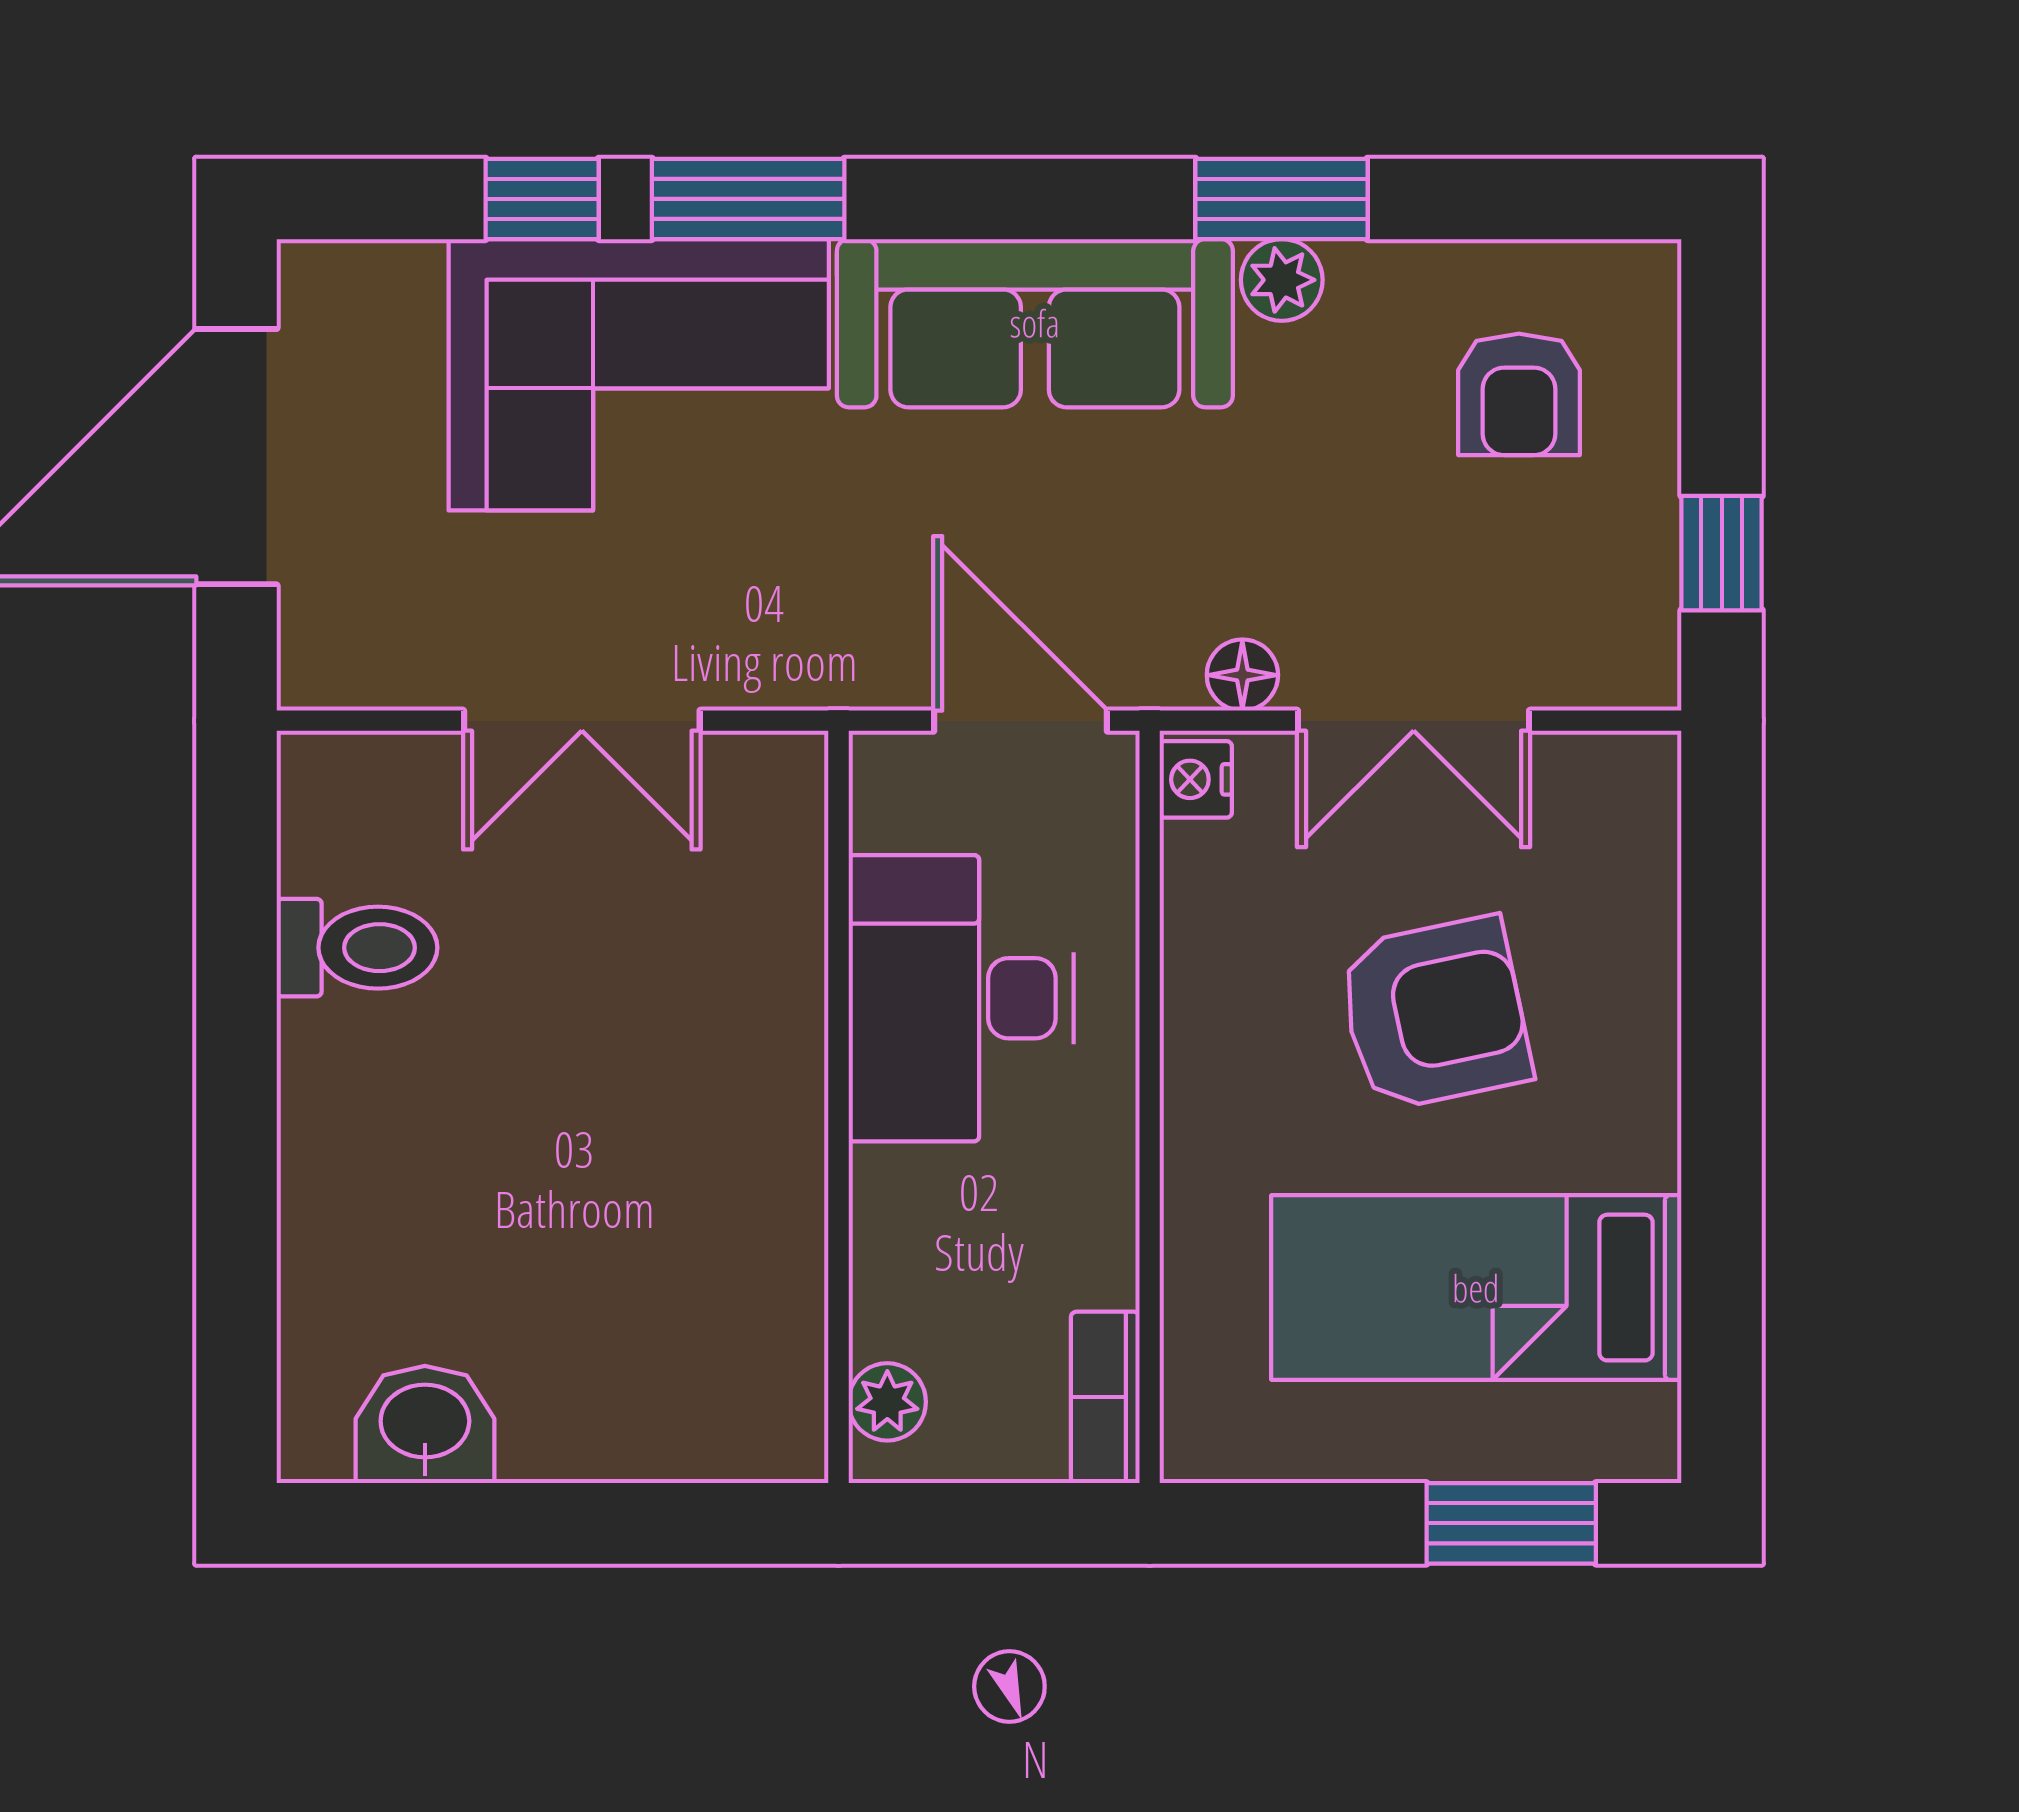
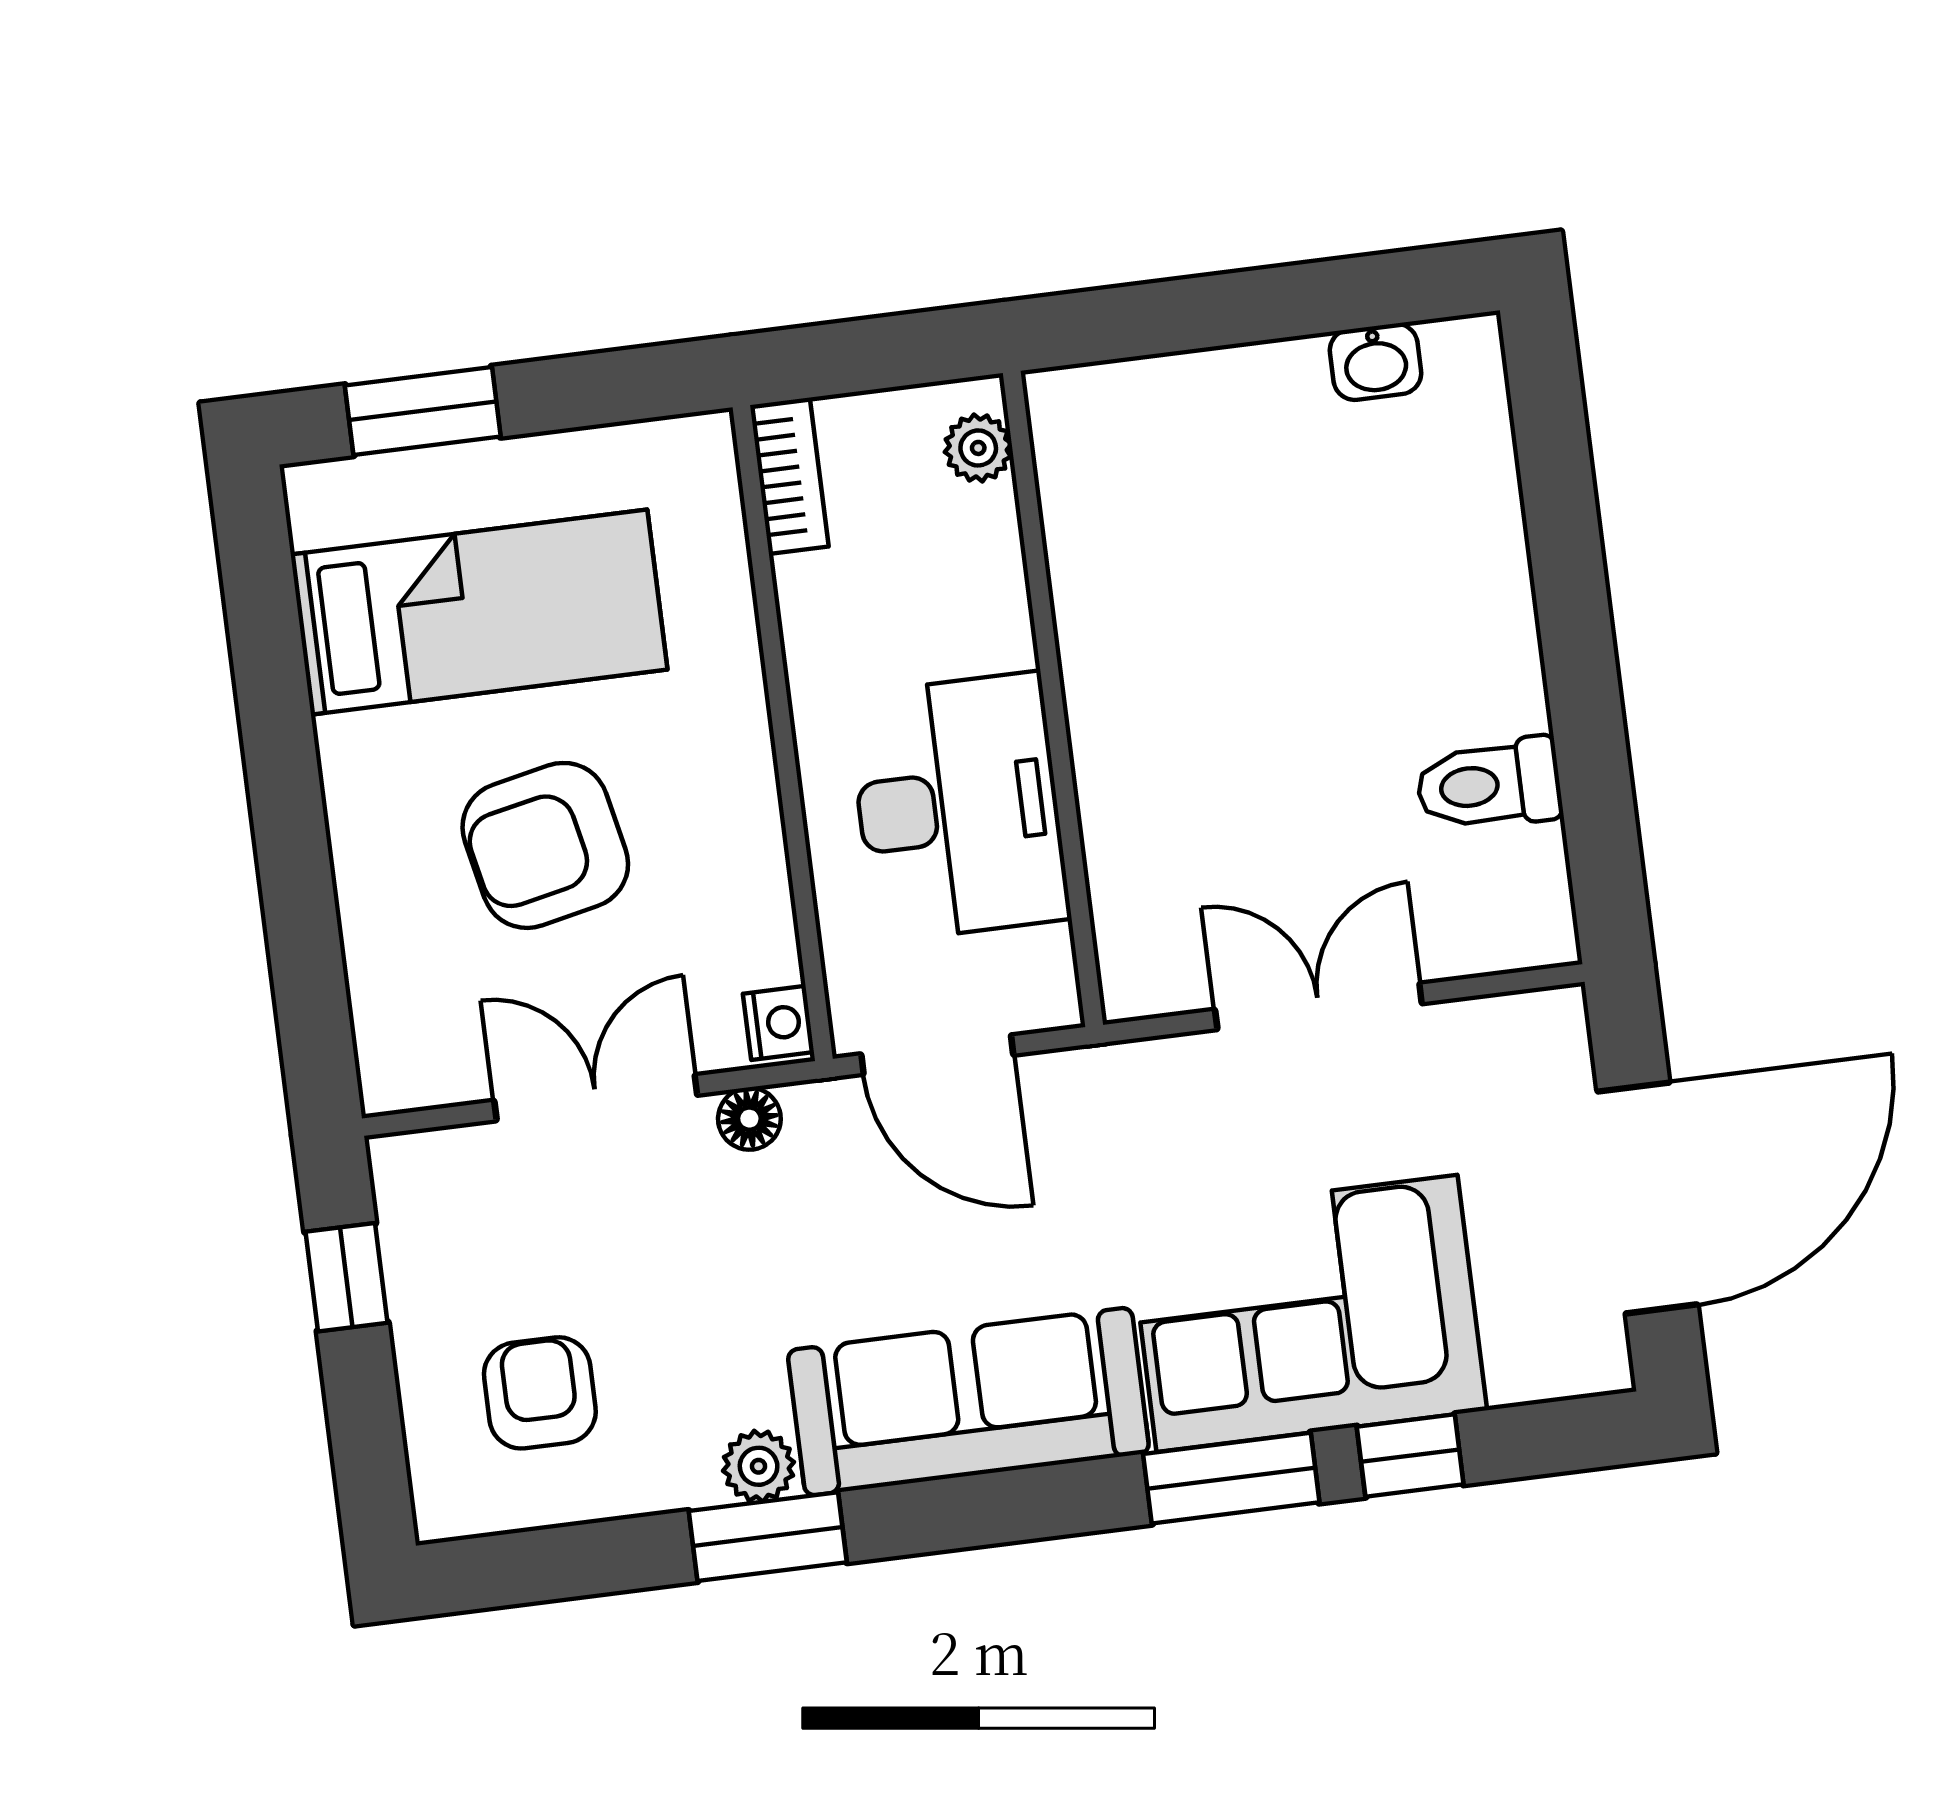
washbasin: (425, 1425) -> (1376, 362), width x0.72, depth x0.69

